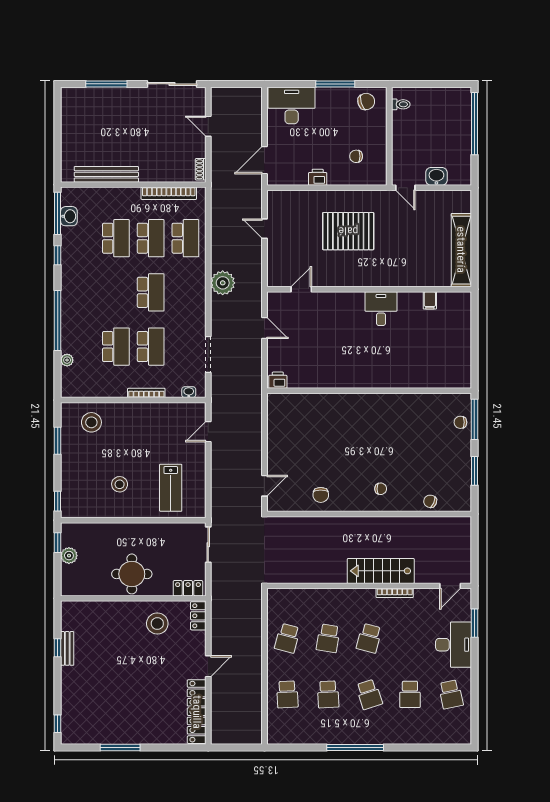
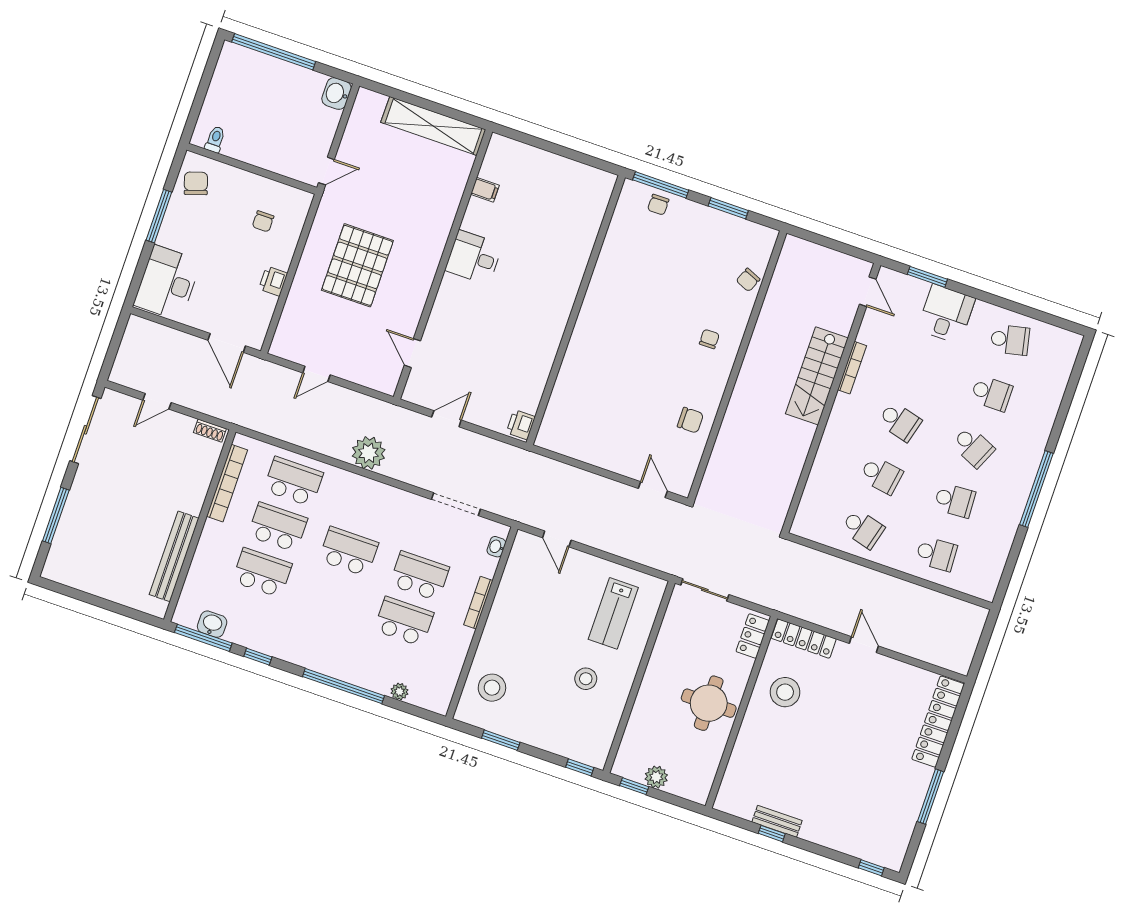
washbasin: (436, 176) -> (337, 94), moved
lab bench: (171, 488) -> (613, 613), turned 90
locker: (198, 616) -> (804, 639), width x1.53
desk: (453, 645) -> (946, 314), width x0.73
school desk: (369, 694) -> (973, 447), turned 42
locker: (197, 712) -> (938, 722), moved, turned 90

